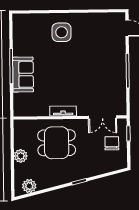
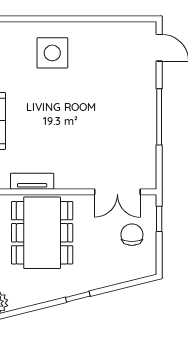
tv unit: (63, 111) -> (32, 181), moved
dining table: (57, 143) -> (42, 233), width x1.37

